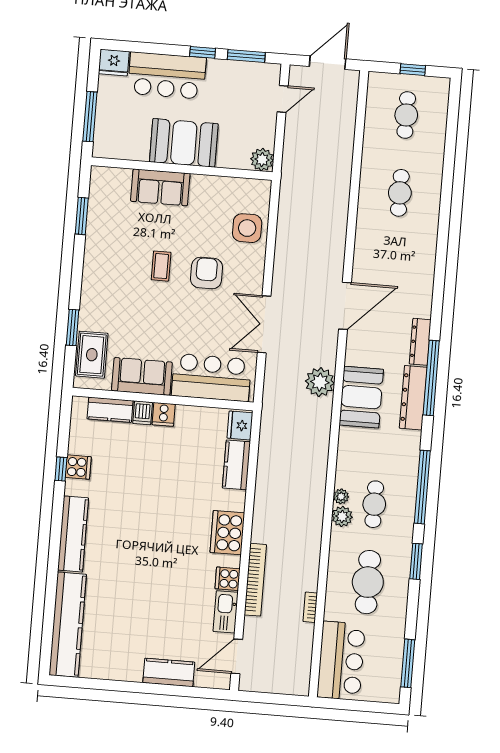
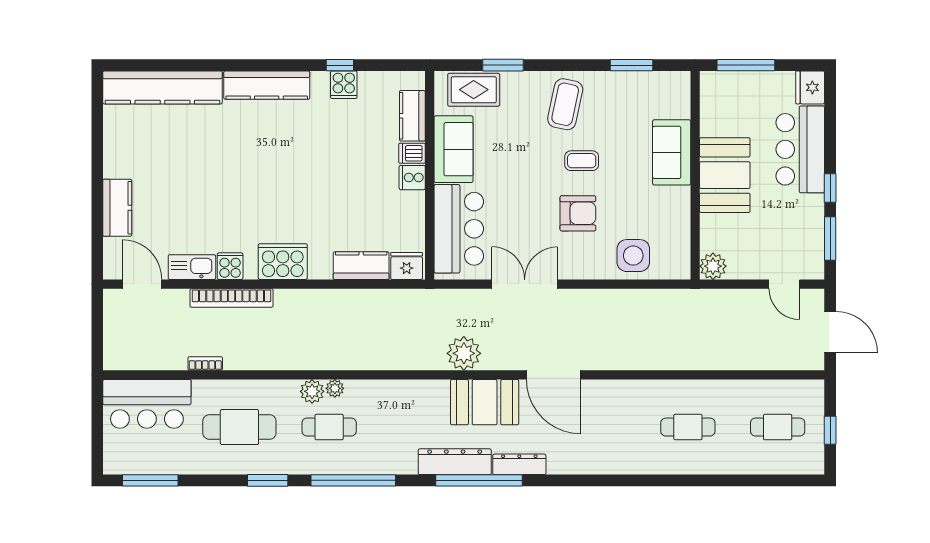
coffee table: (111, 276) -> (565, 104), added
booth: (361, 397) -> (485, 402), moved

